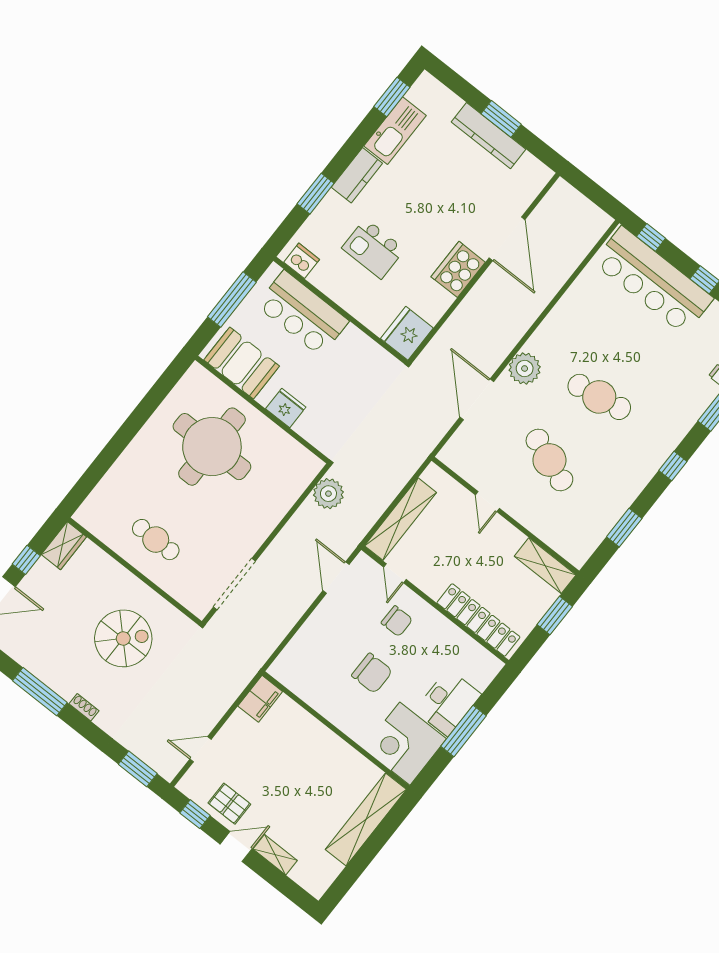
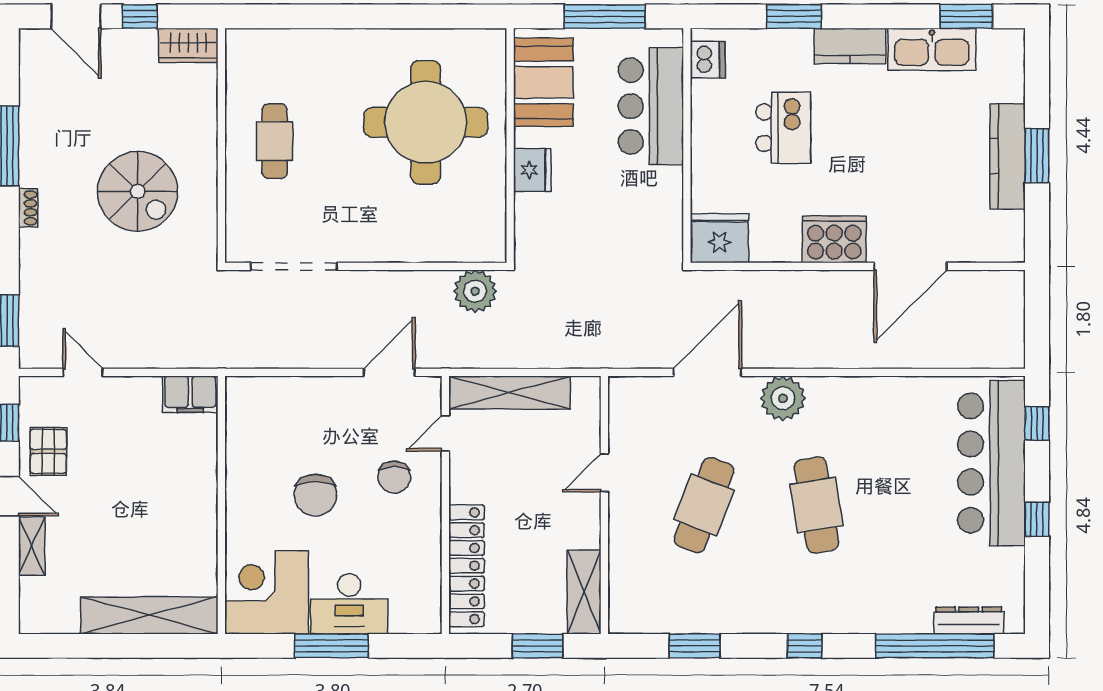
kitchen island: (373, 249) -> (783, 128), turned 180

